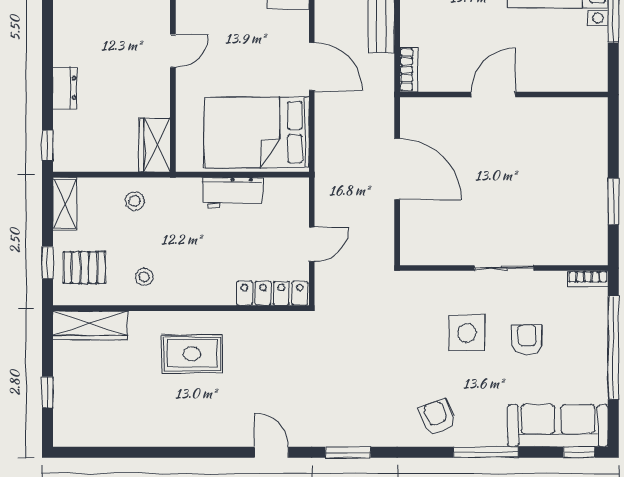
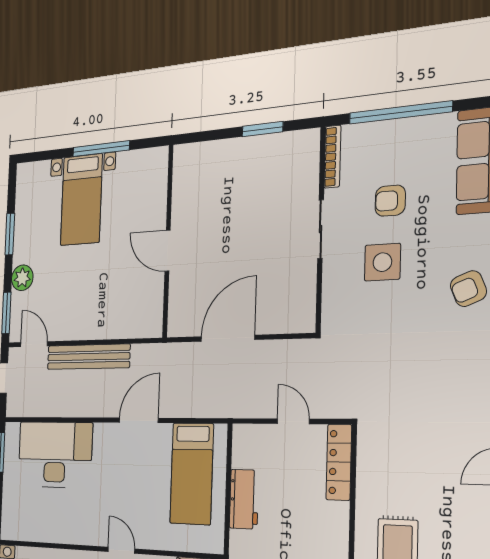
bookcase: (409, 70) -> (144, 330), removed
bed: (257, 132) -> (192, 474), width x0.67
bookcase: (588, 279) -> (332, 157), width x1.56

